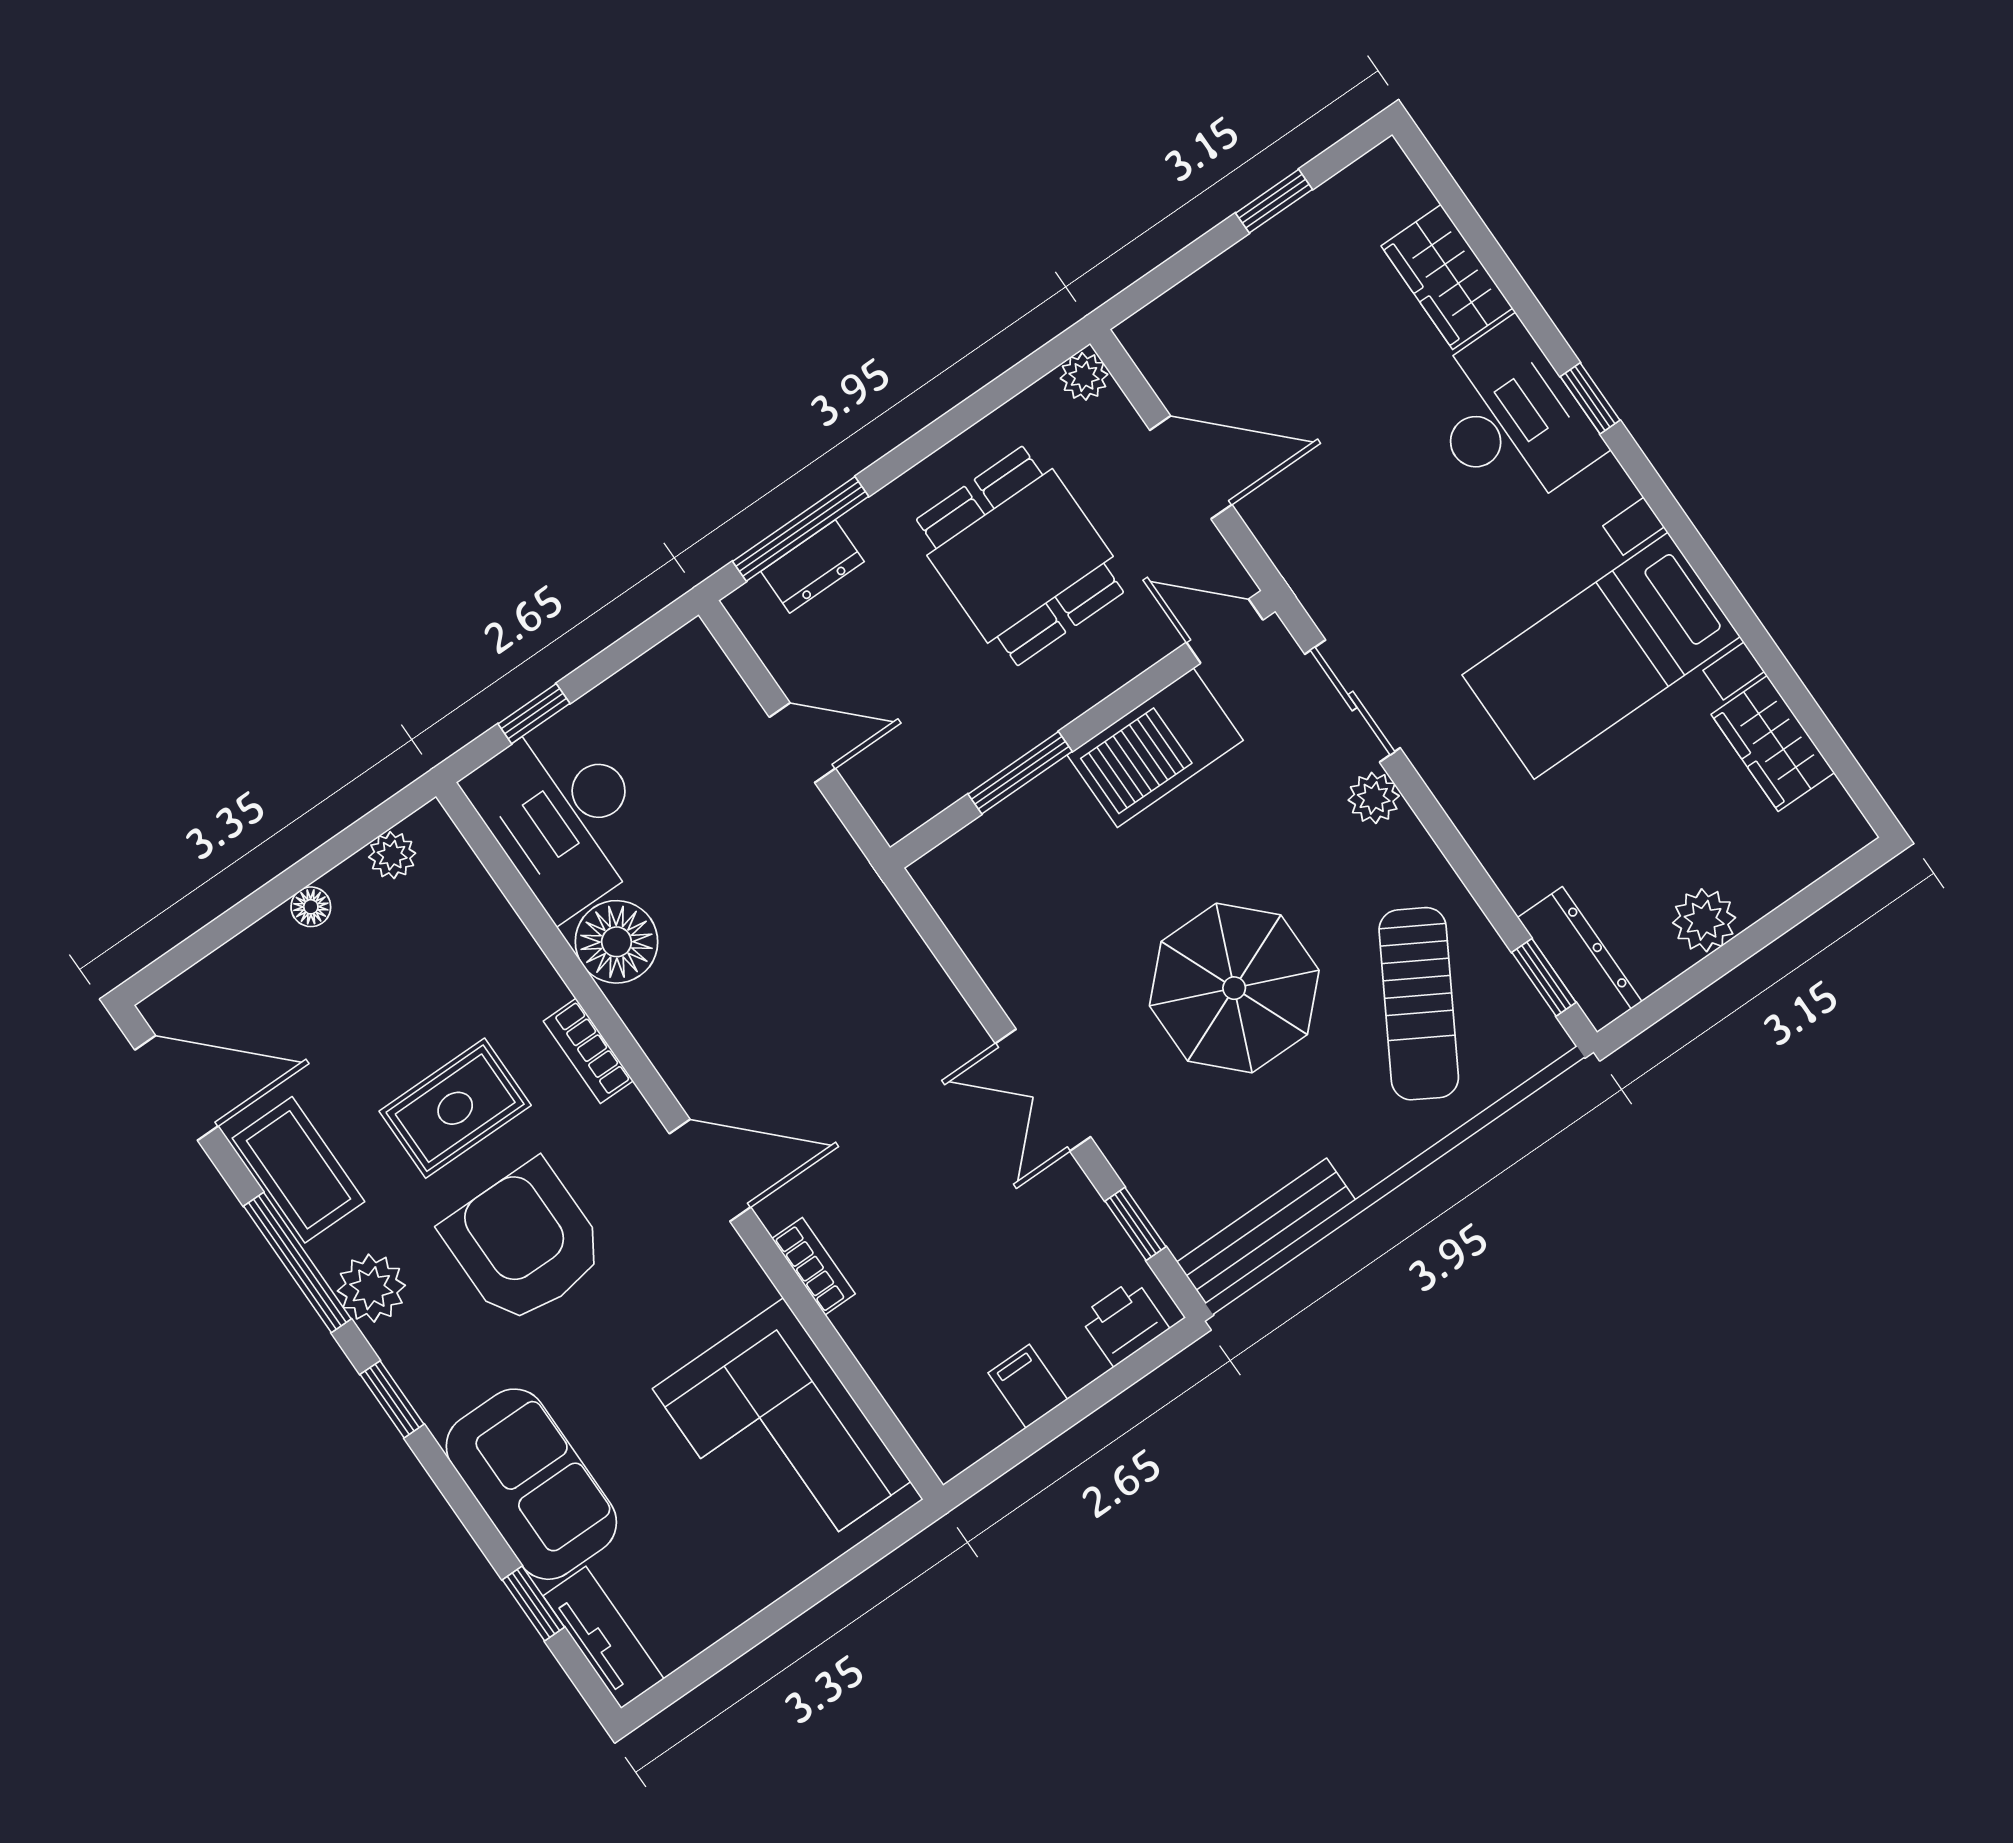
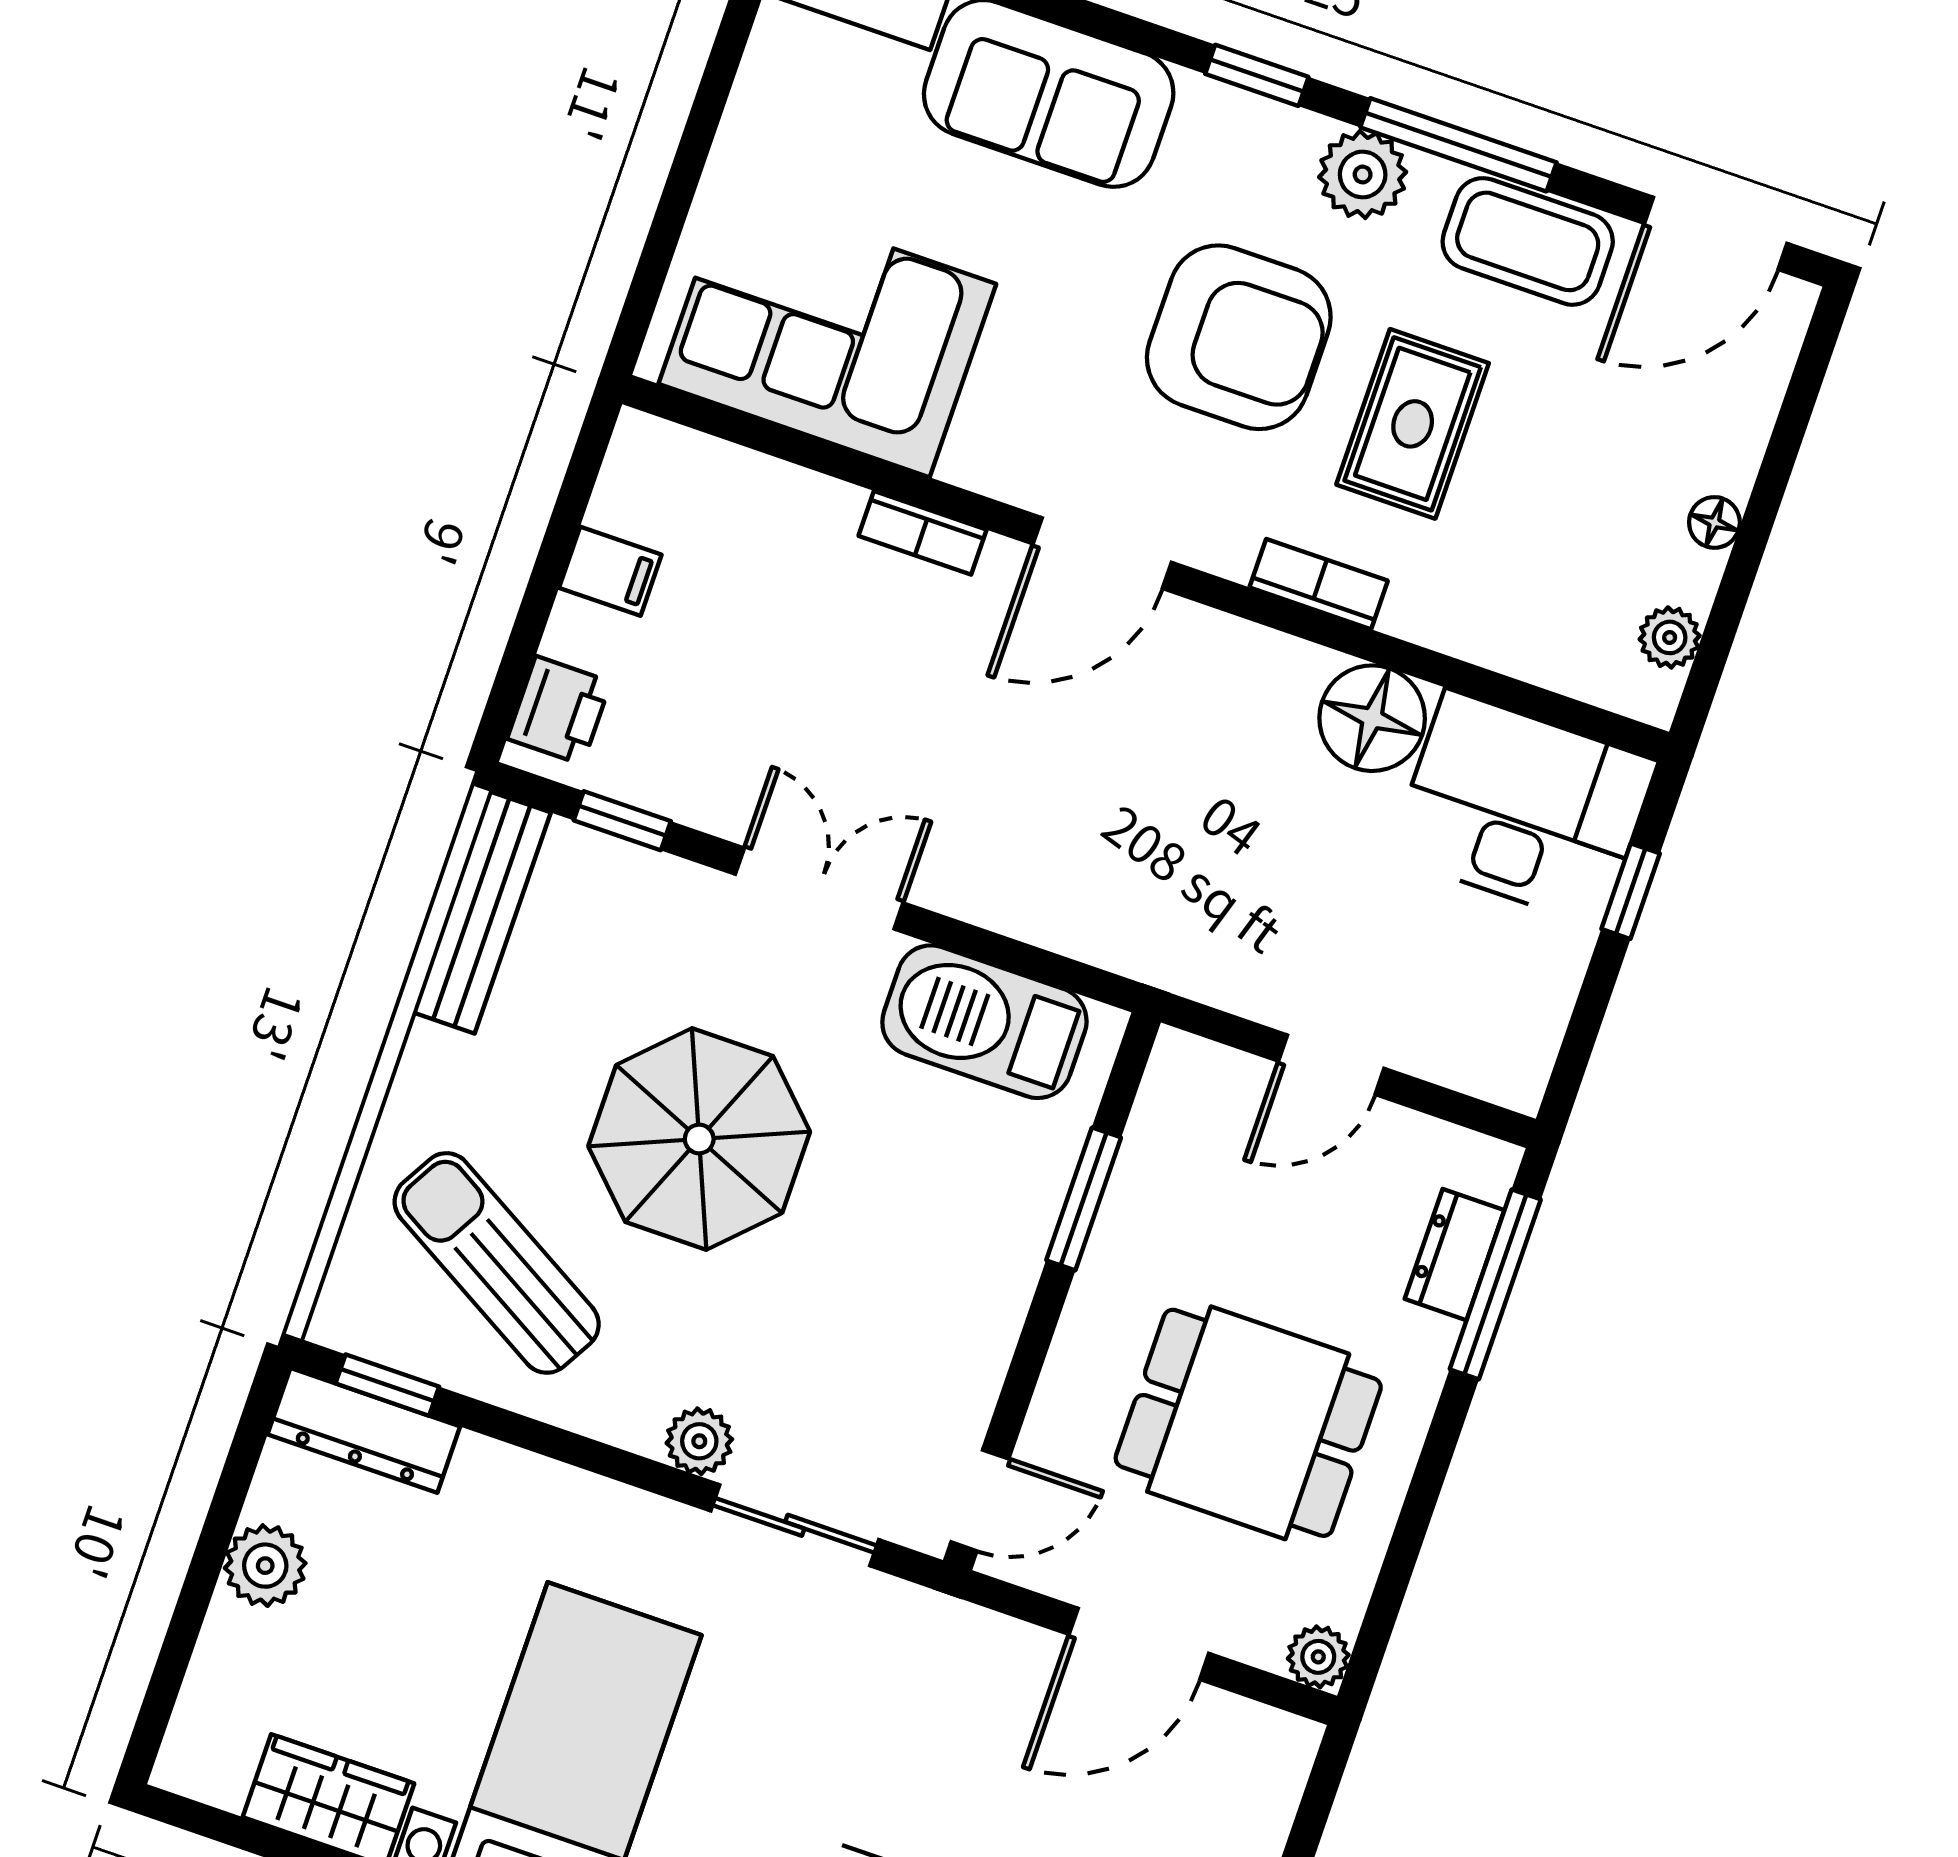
barbecue: (1155, 748) -> (984, 1022), moved, turned -90

